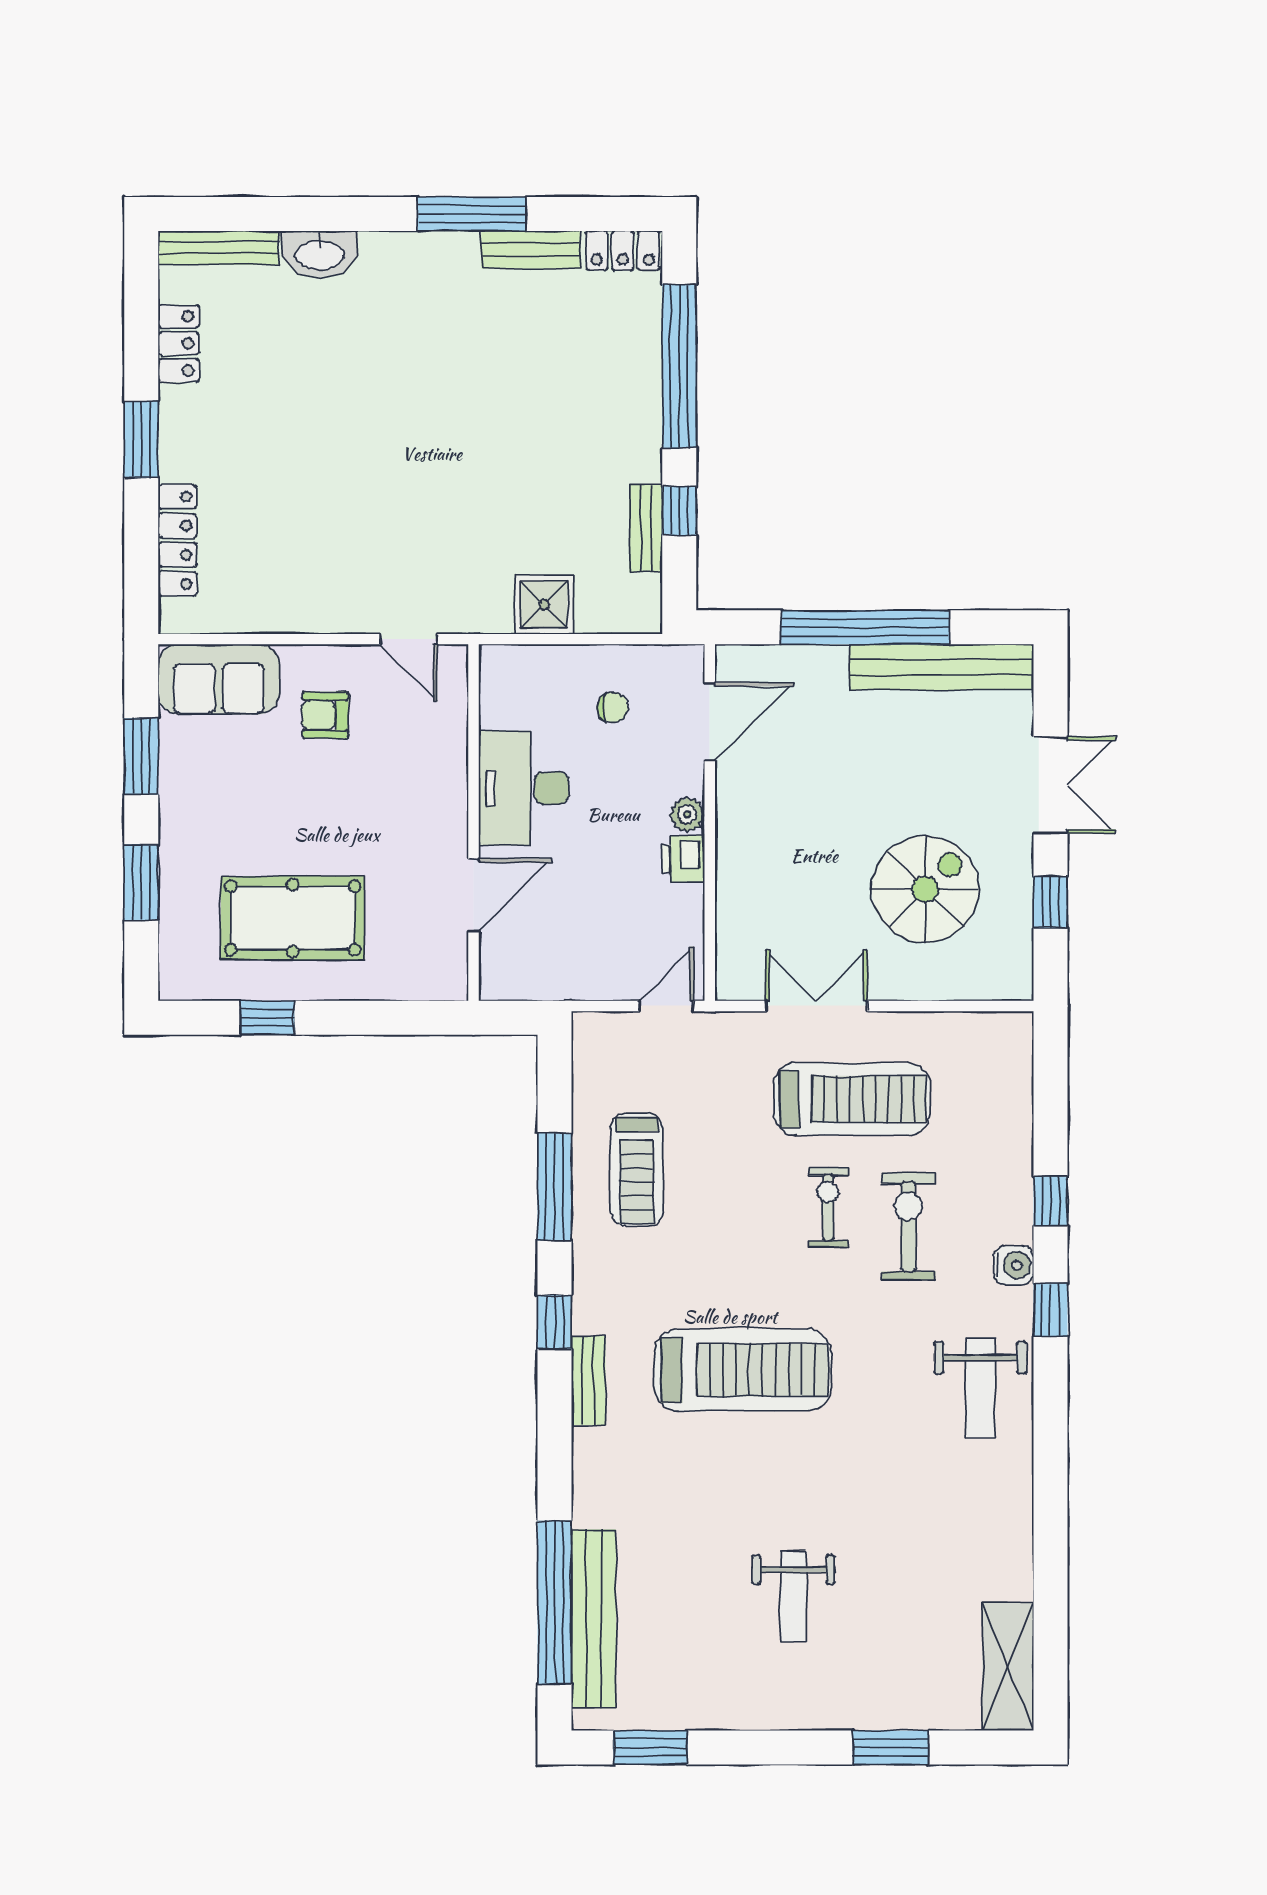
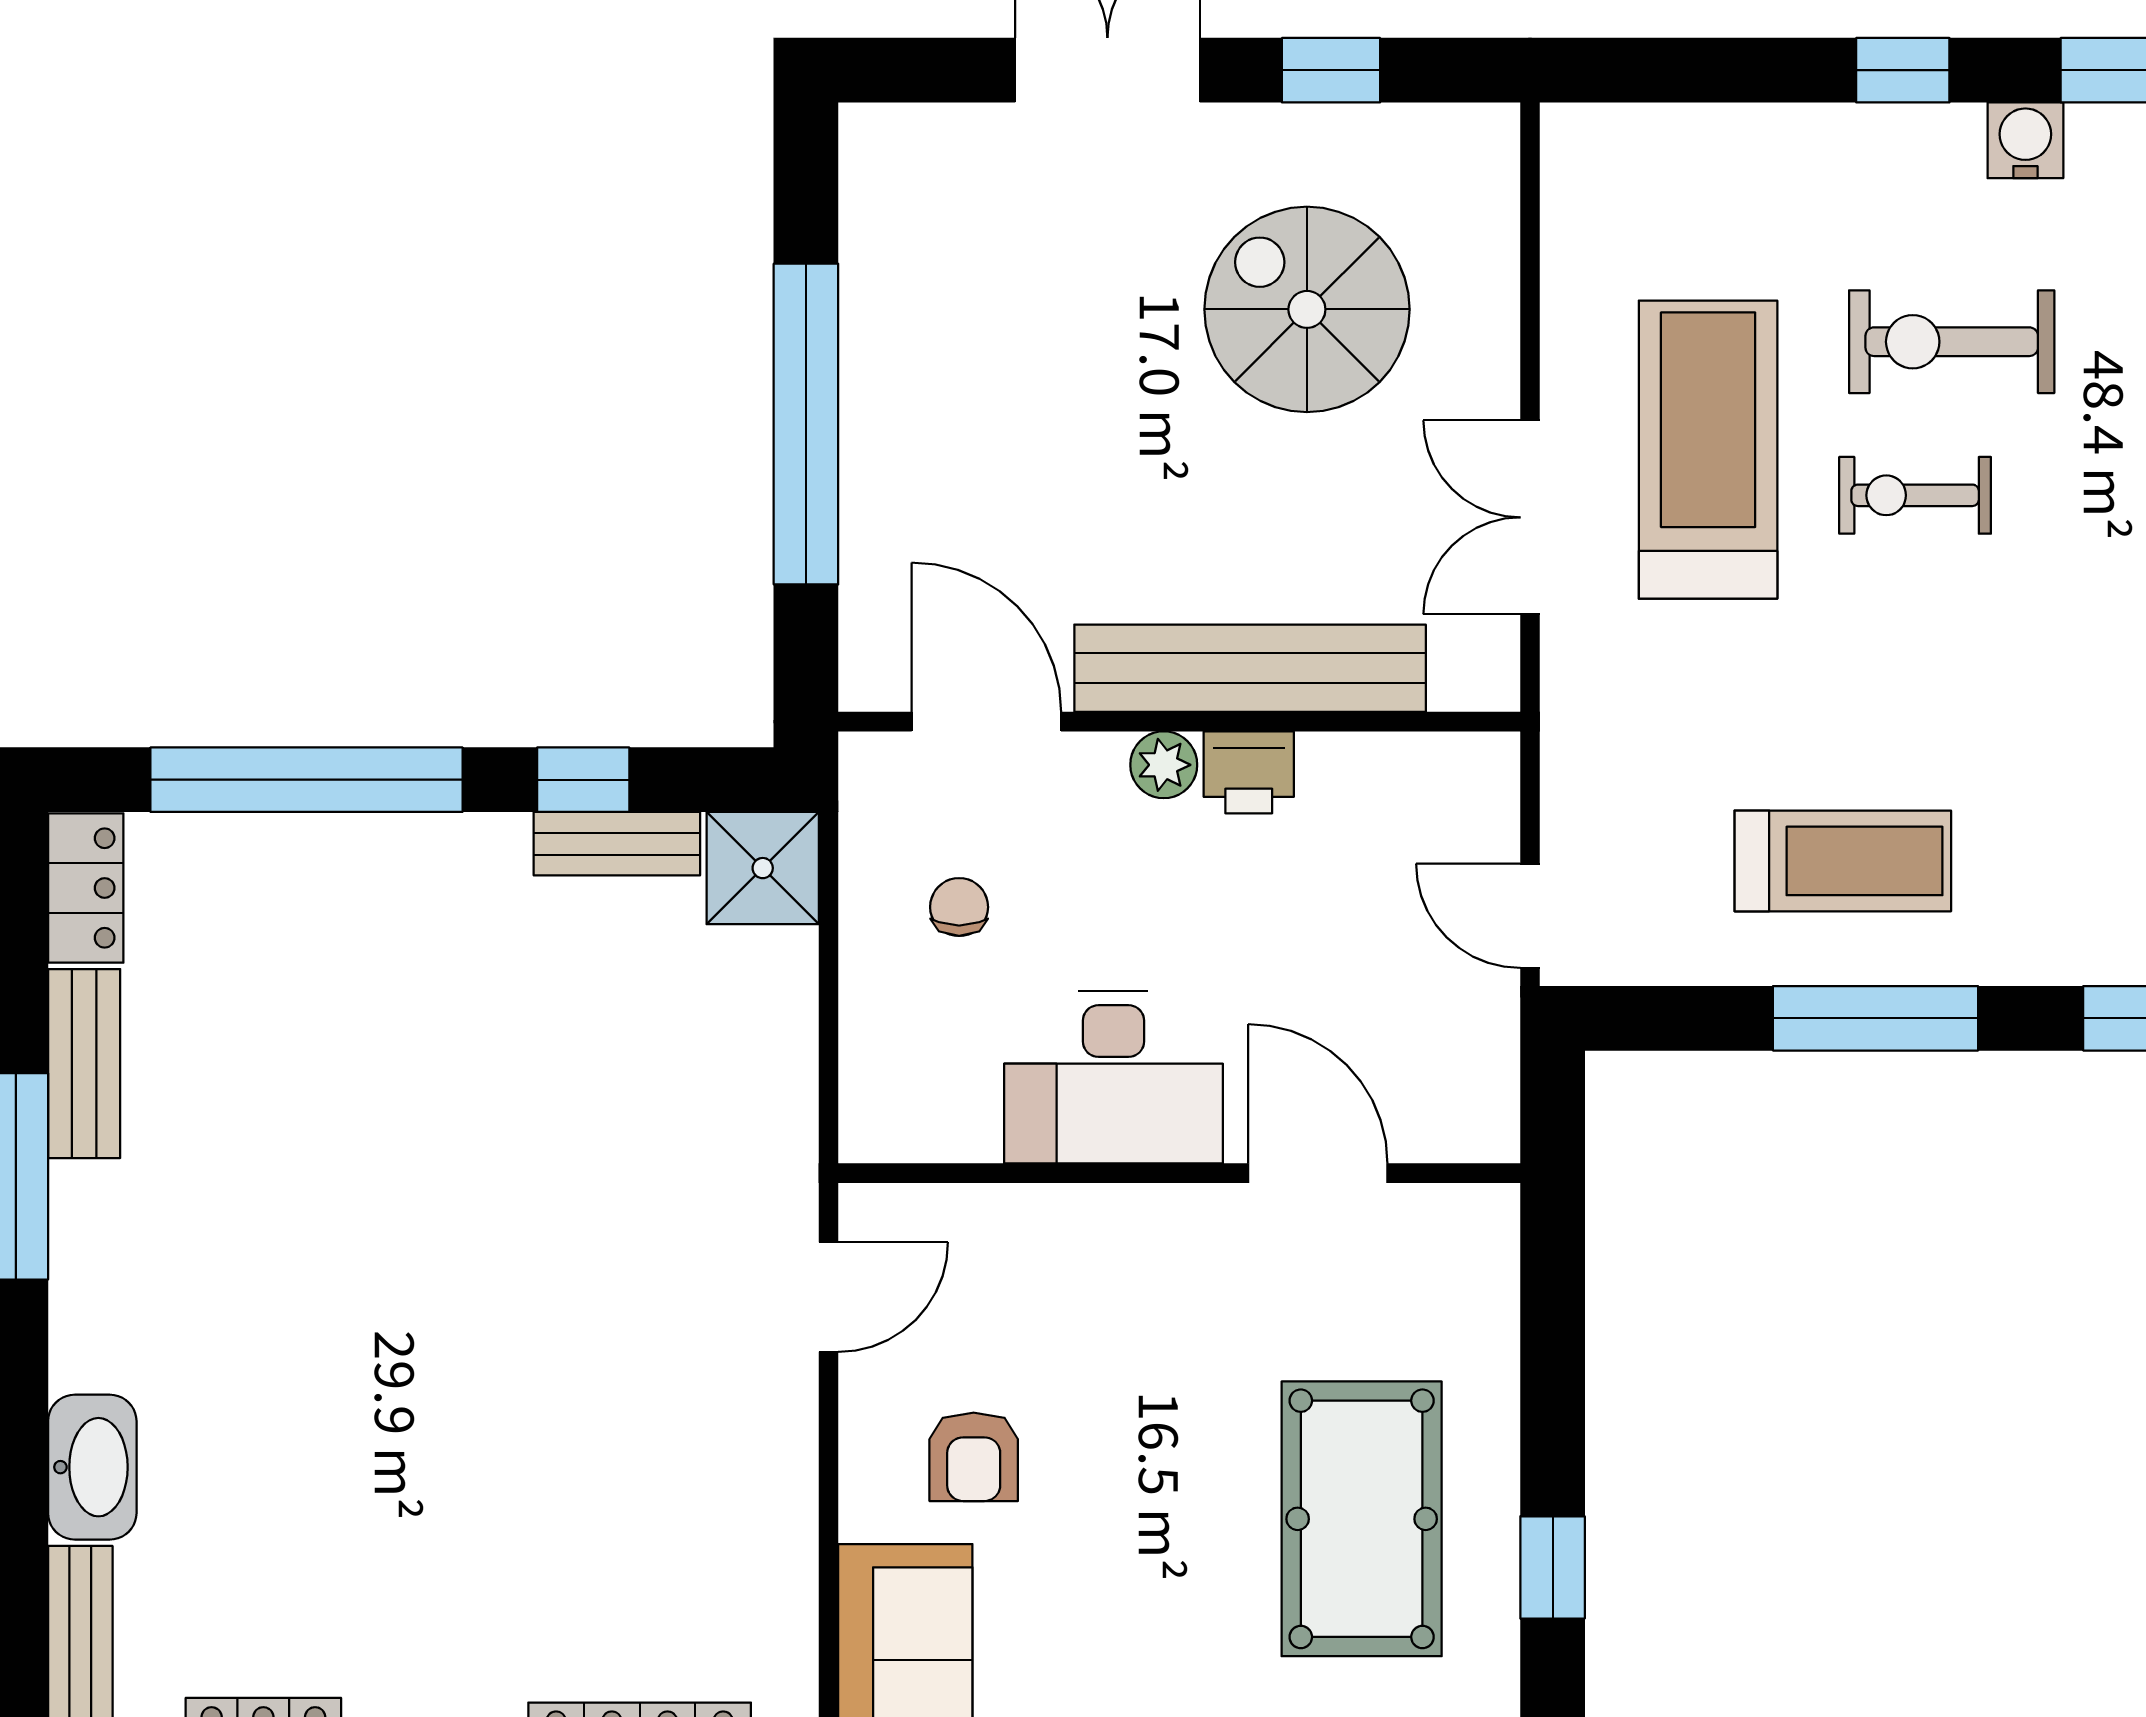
shower: (544, 605) -> (763, 868), moved
bench: (942, 667) -> (1250, 668), moved, turned 90
door: (666, 1006) -> (1530, 916), moved

